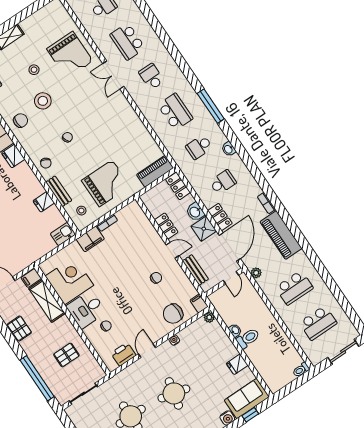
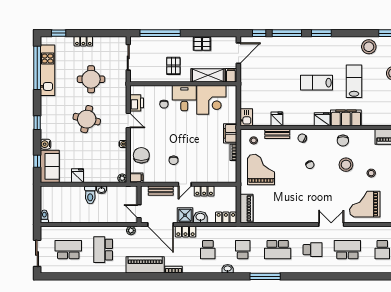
grand piano: (106, 183) -> (261, 170), turned 180
school desk: (318, 323) -> (68, 250), turned 90
pallet: (66, 355) -> (173, 66), moved

